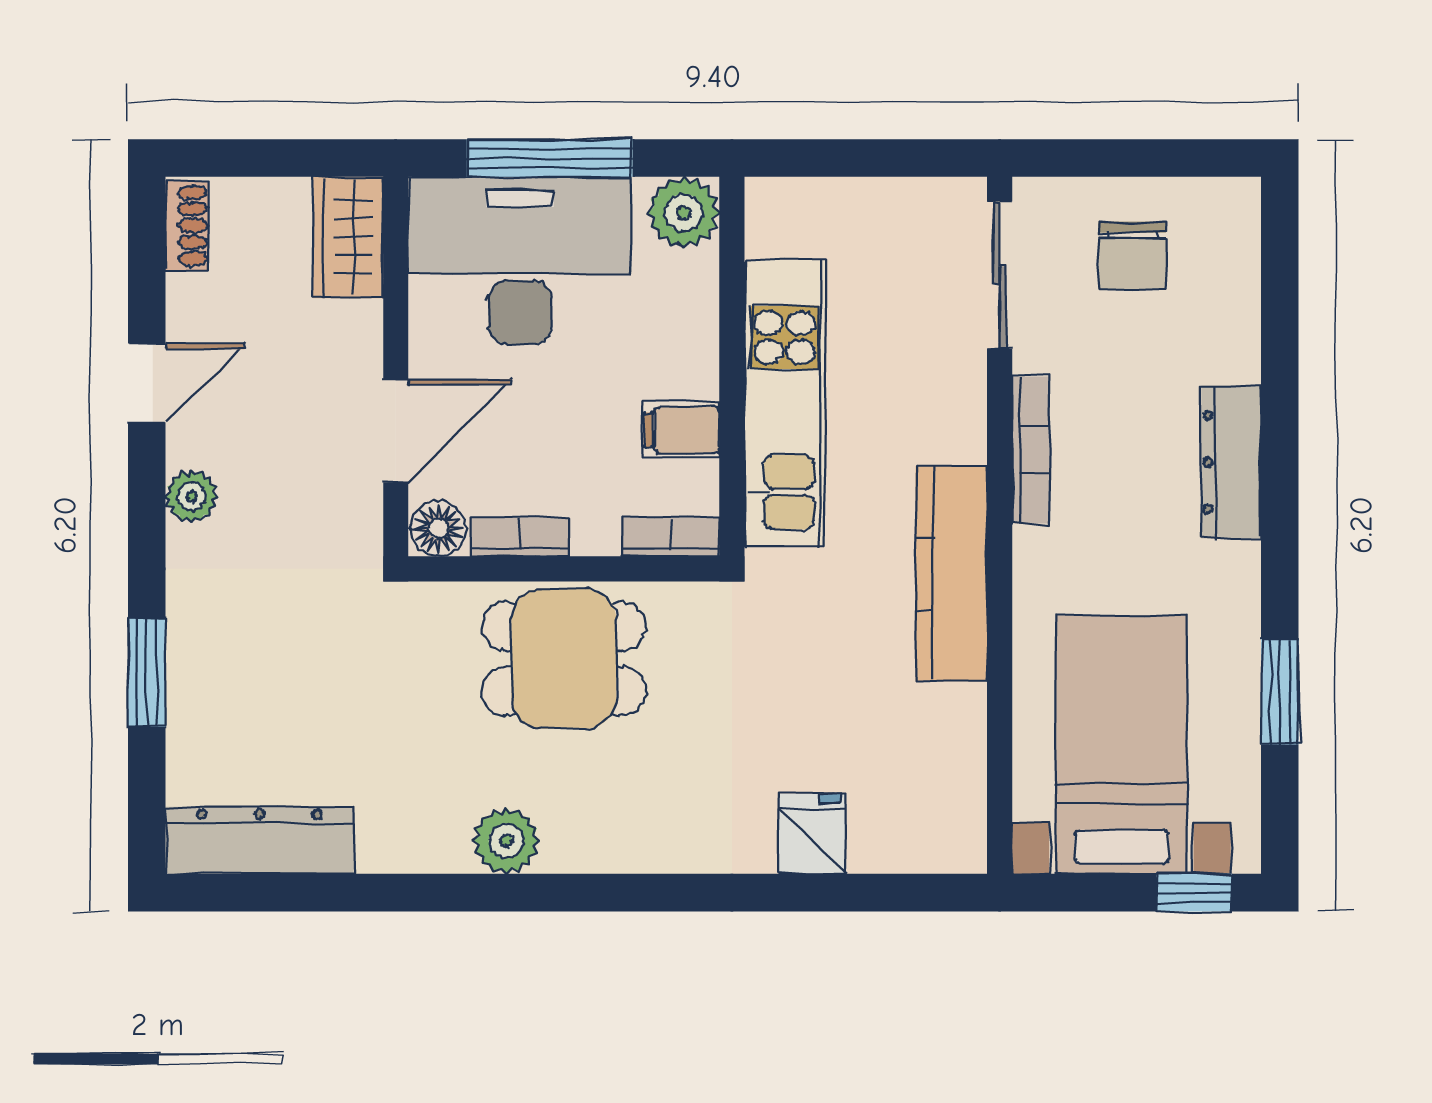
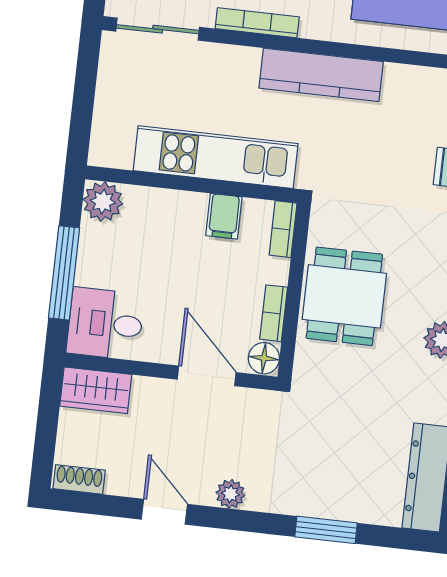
desk: (520, 260) -> (105, 324), width x0.53, depth x0.77

